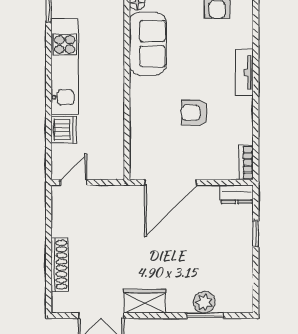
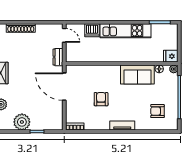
dresser: (237, 194) -> (58, 57), moved
plant: (238, 263) -> (22, 122), added

